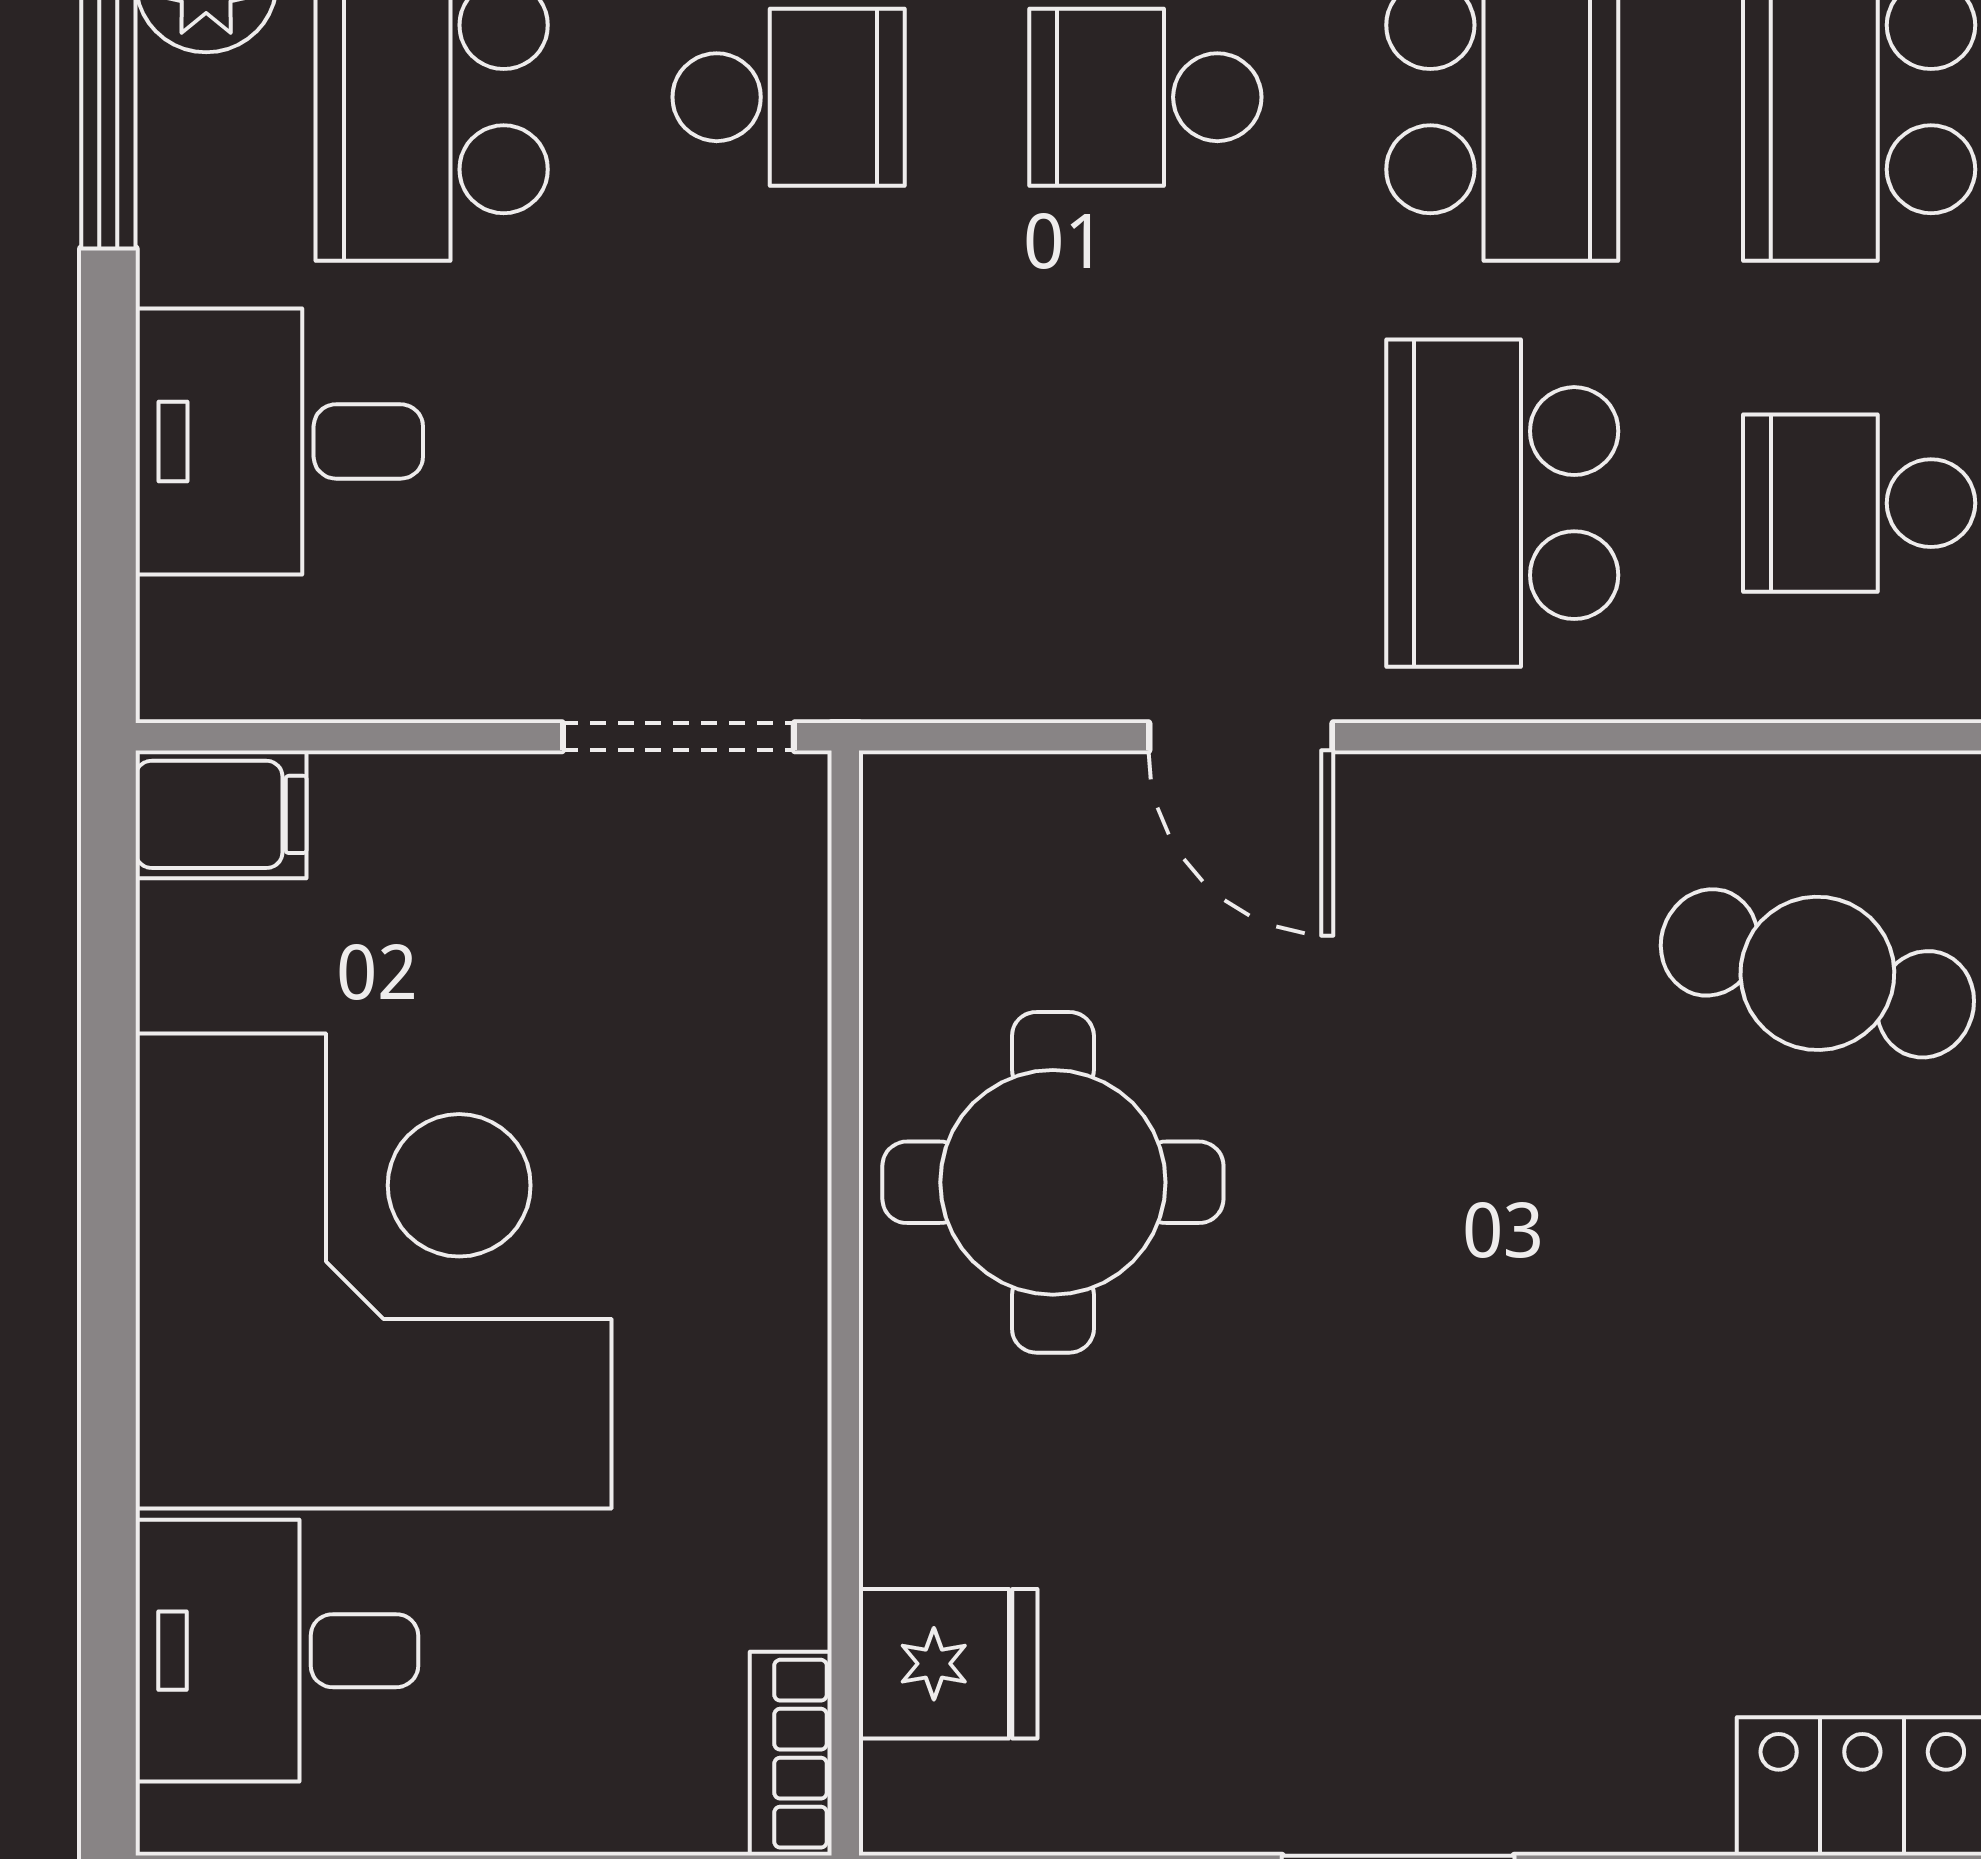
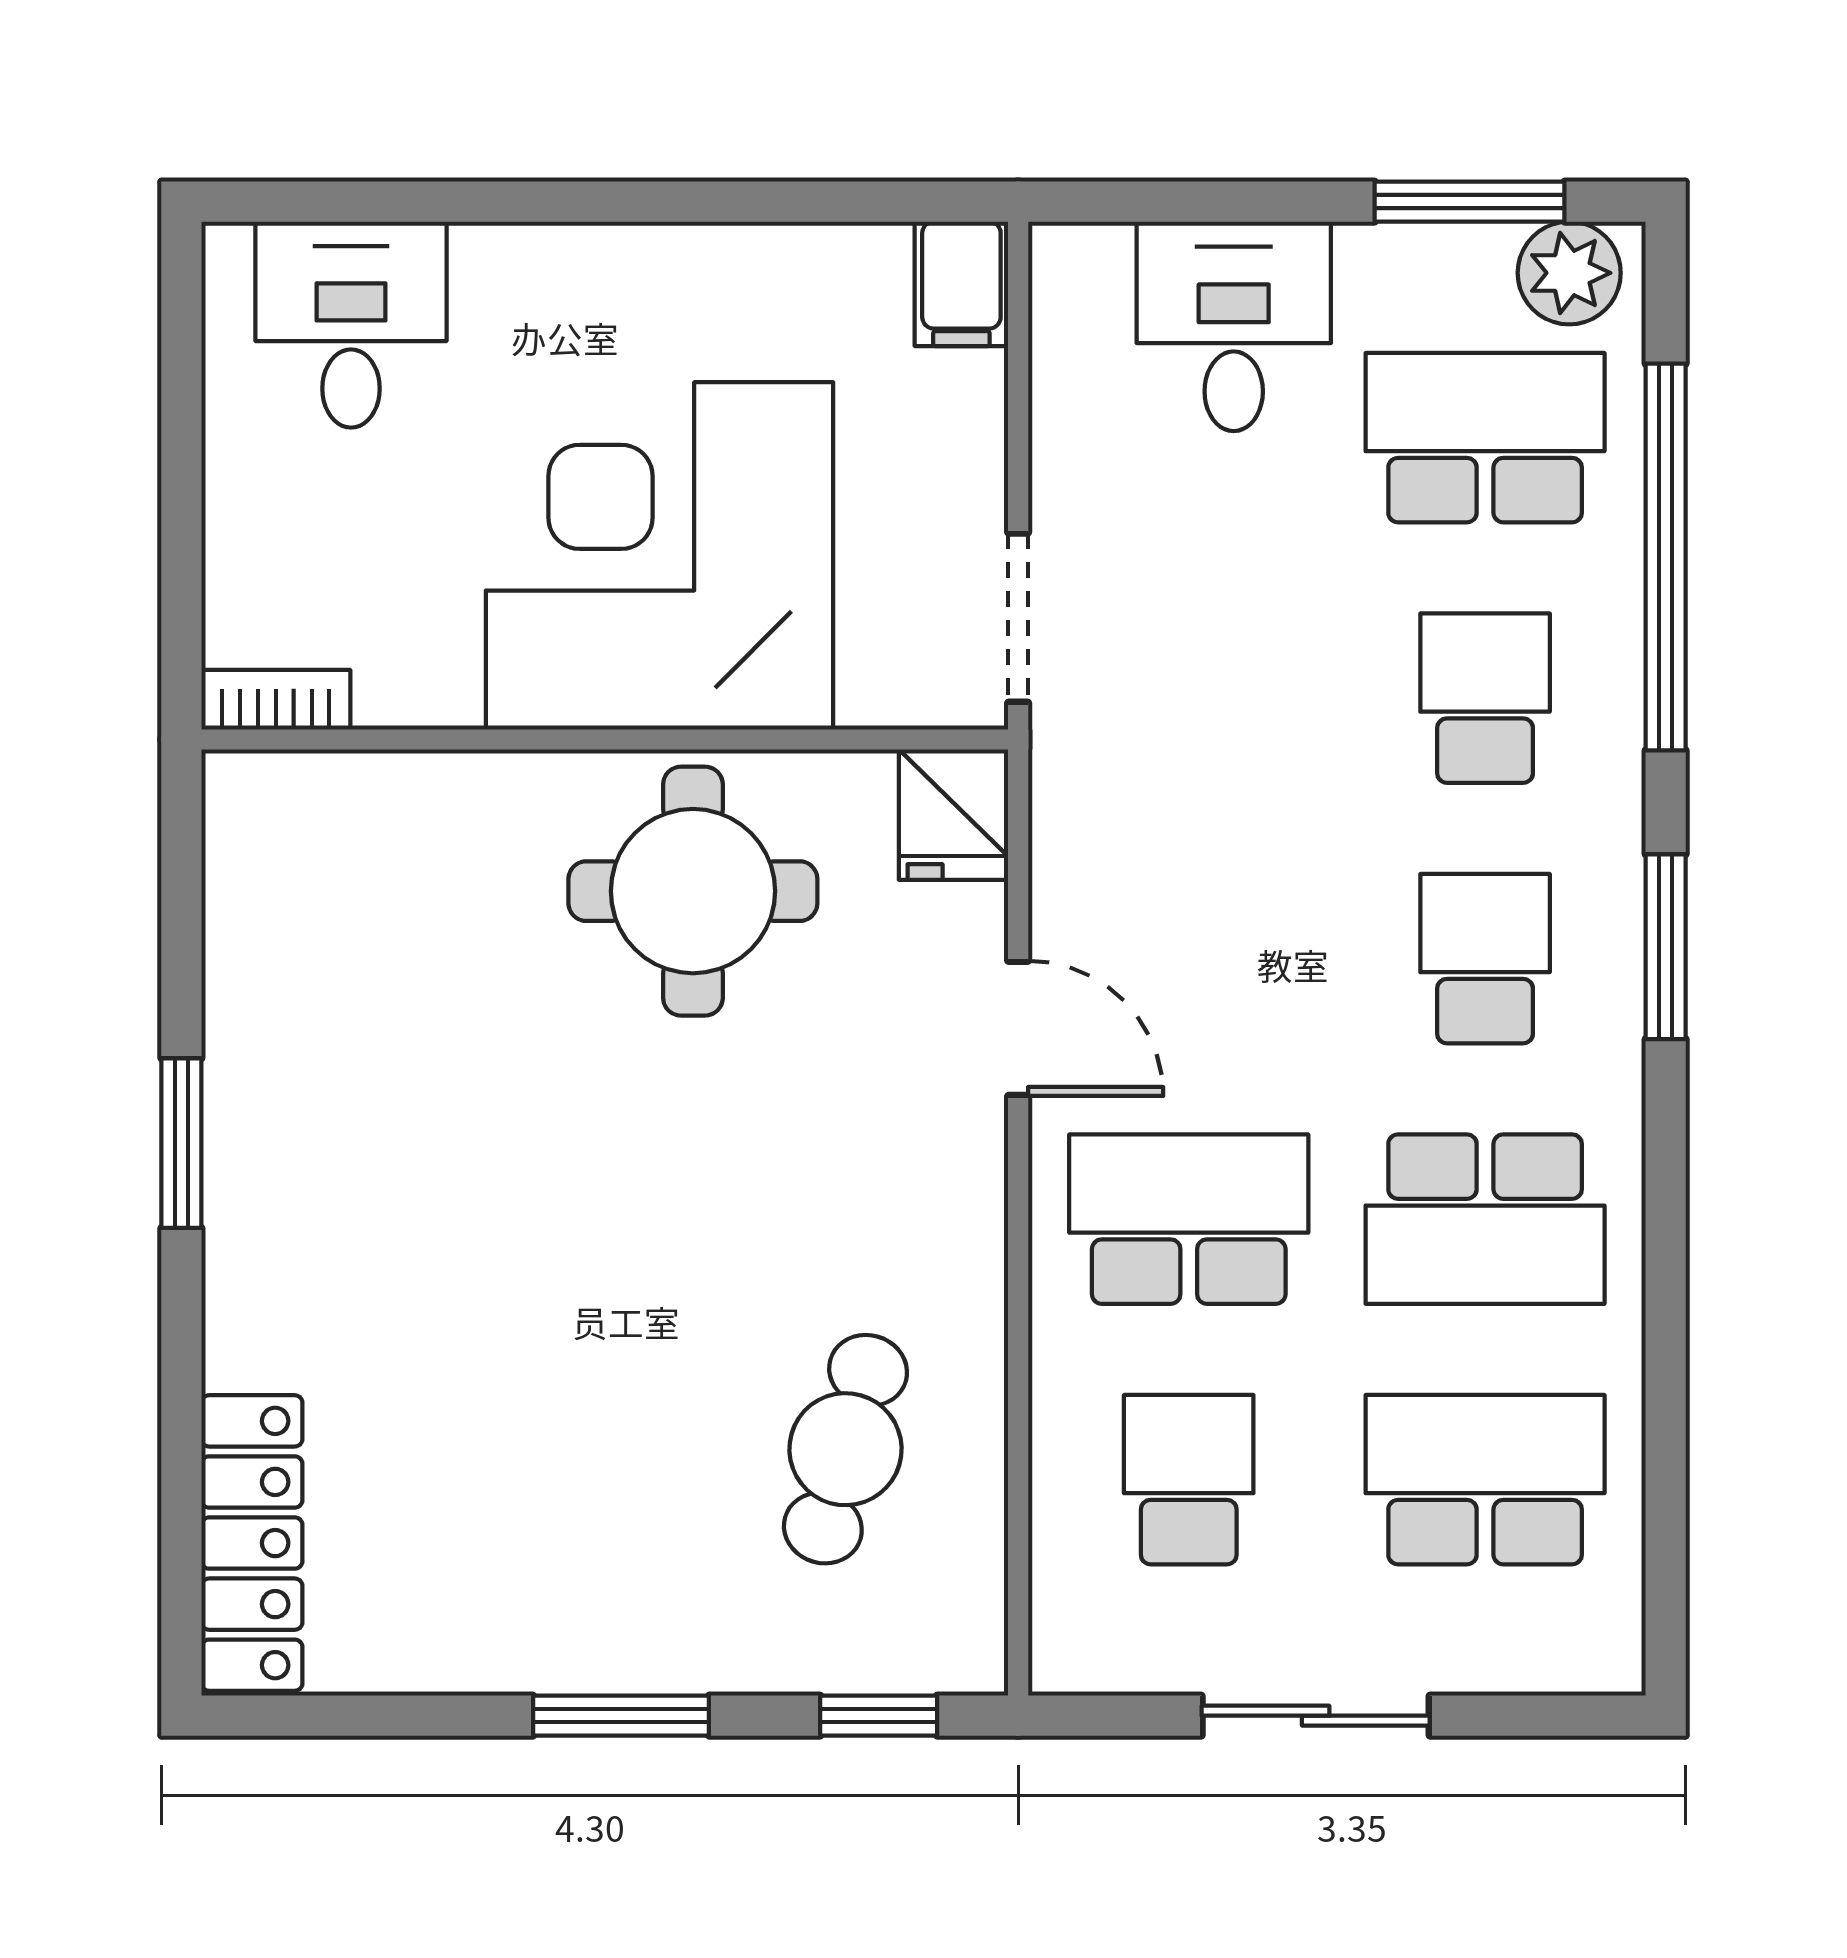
school desk: (789, 97) -> (1485, 698), turned 180
door: (1241, 737) -> (1018, 1028), swing flipped
corner desk: (374, 1271) -> (660, 556), moved, turned 180
fridge: (948, 1664) -> (954, 815), moved

